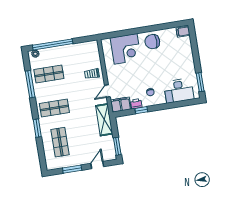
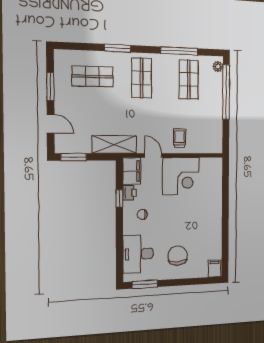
chair: (152, 42) -> (178, 256), moved
corner desk: (126, 49) -> (181, 176), moved, turned -90

